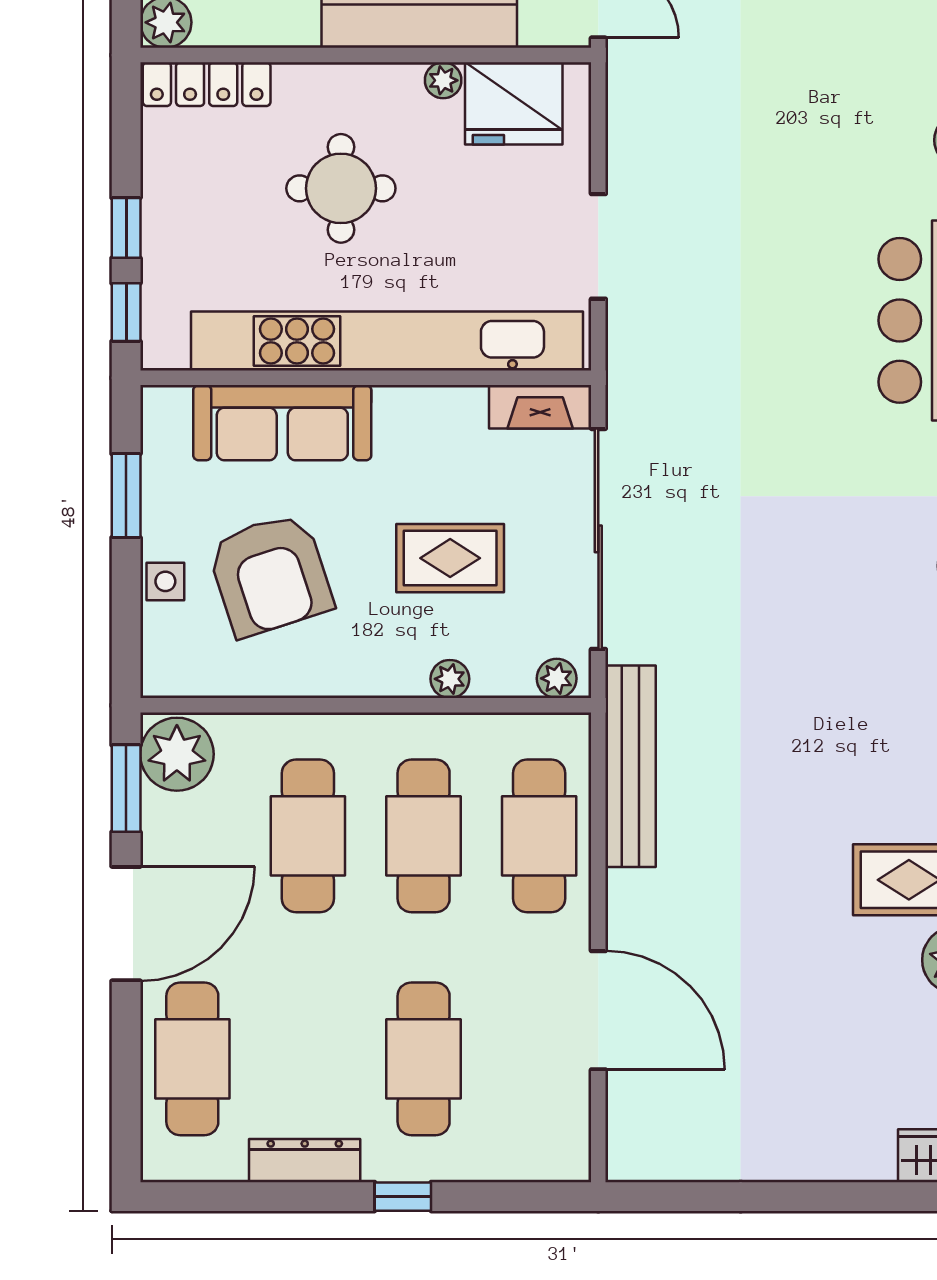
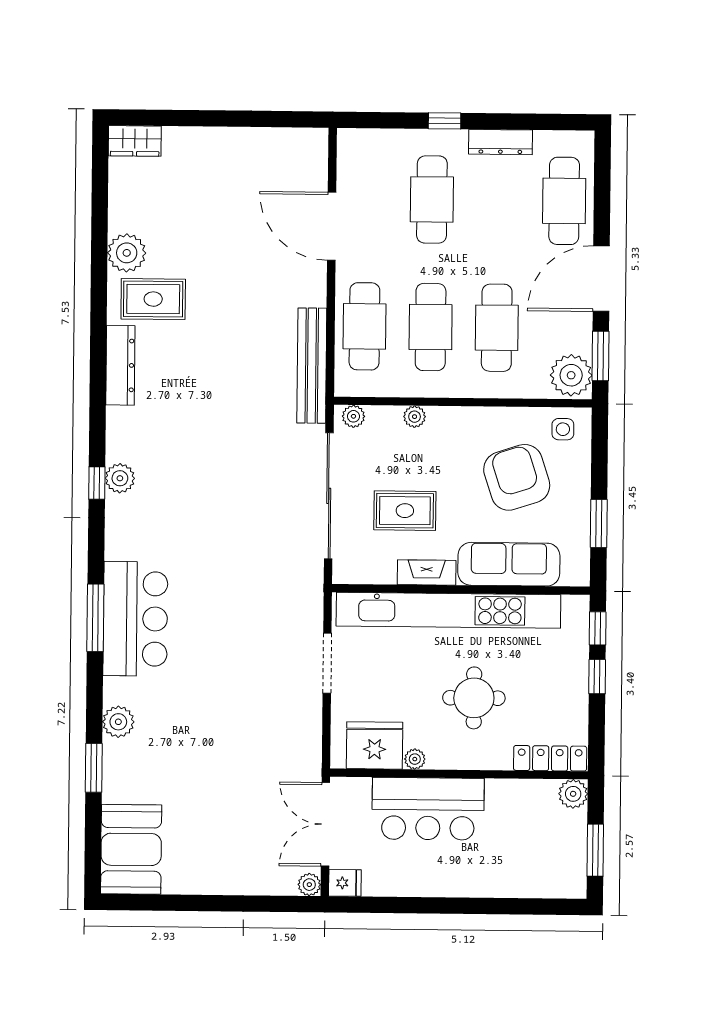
fireplace: (540, 407) -> (427, 572), moved
rug: (450, 558) -> (405, 511), moved
side table: (165, 581) -> (563, 429), moved

